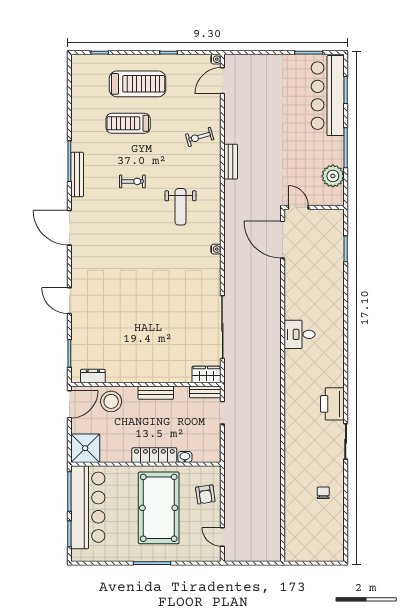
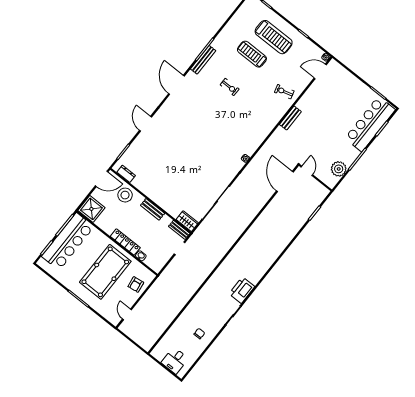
weight bench: (181, 207) -> (244, 121), removed
desk: (299, 334) -> (175, 361), moved, turned -90

